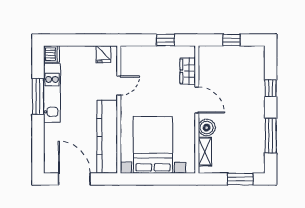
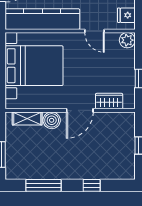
plant: (128, 53) -> (127, 40), added

